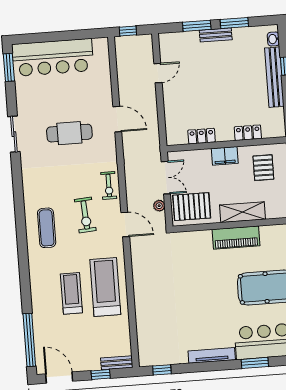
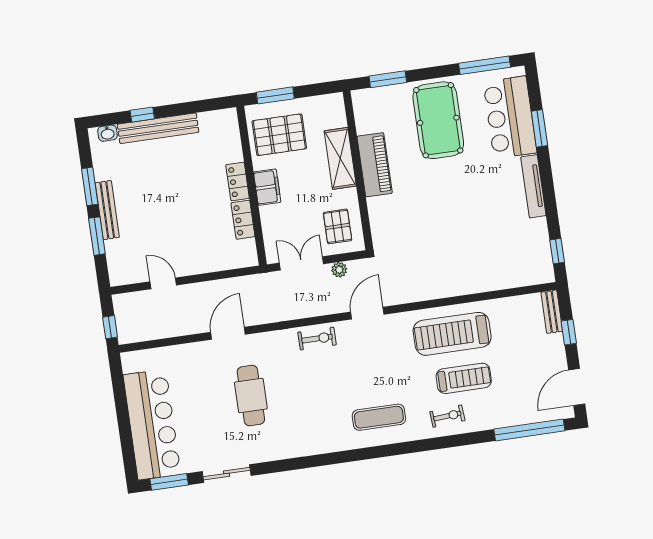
bench: (216, 35) -> (107, 210), width x1.36
locker: (248, 133) -> (238, 181), moved
sliding door: (14, 134) -> (227, 474), moved
pallet: (263, 168) -> (279, 135), width x1.50, depth x1.42
pallet: (192, 207) -> (338, 226), width x0.67, depth x0.71
exercise bike: (85, 215) -> (447, 416), moved, width x0.73, depth x0.72
treadmill: (71, 293) -> (464, 378), turned 180

